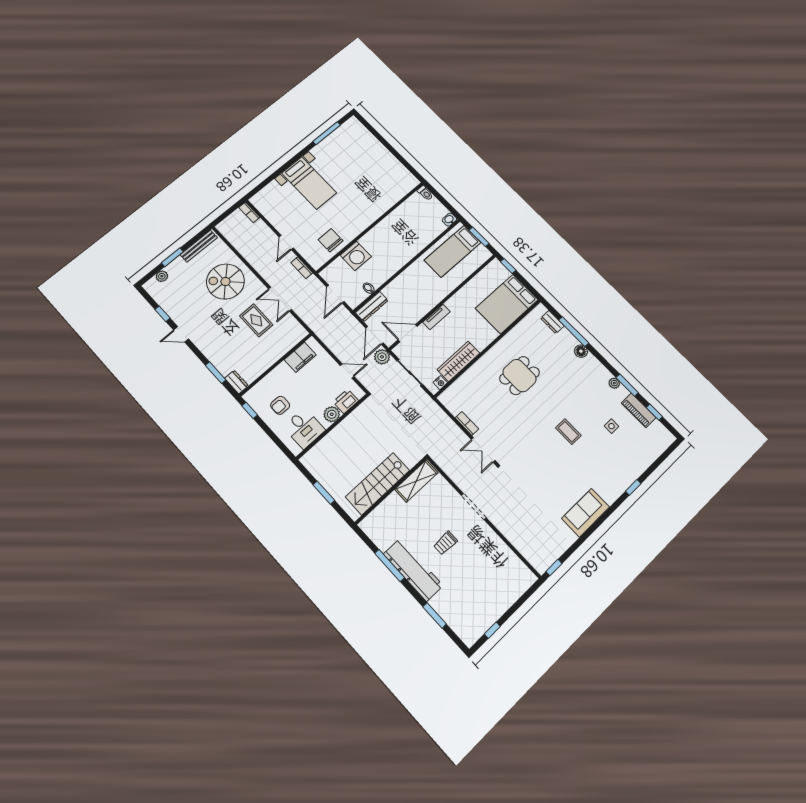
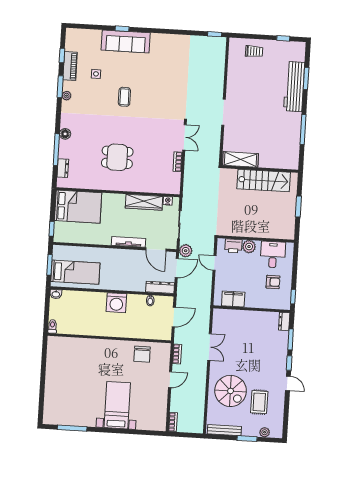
washing machine: (356, 256) -> (116, 303), moved, turned 180
window: (163, 314) -> (289, 363), moved
tv unit: (436, 317) -> (129, 242), width x1.41
rug: (256, 320) -> (259, 402), moved
sofa: (586, 513) -> (126, 41), moved, width x1.36
trolley: (446, 543) -> (254, 51), moved
workbench: (413, 570) -> (294, 87), moved

